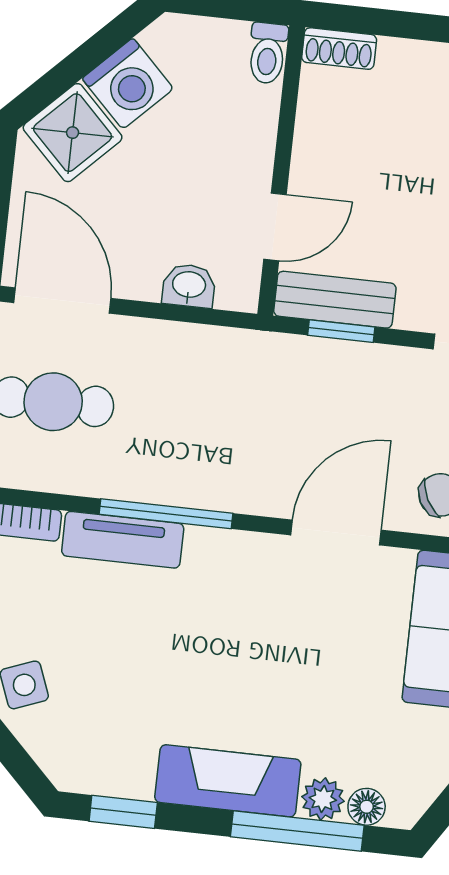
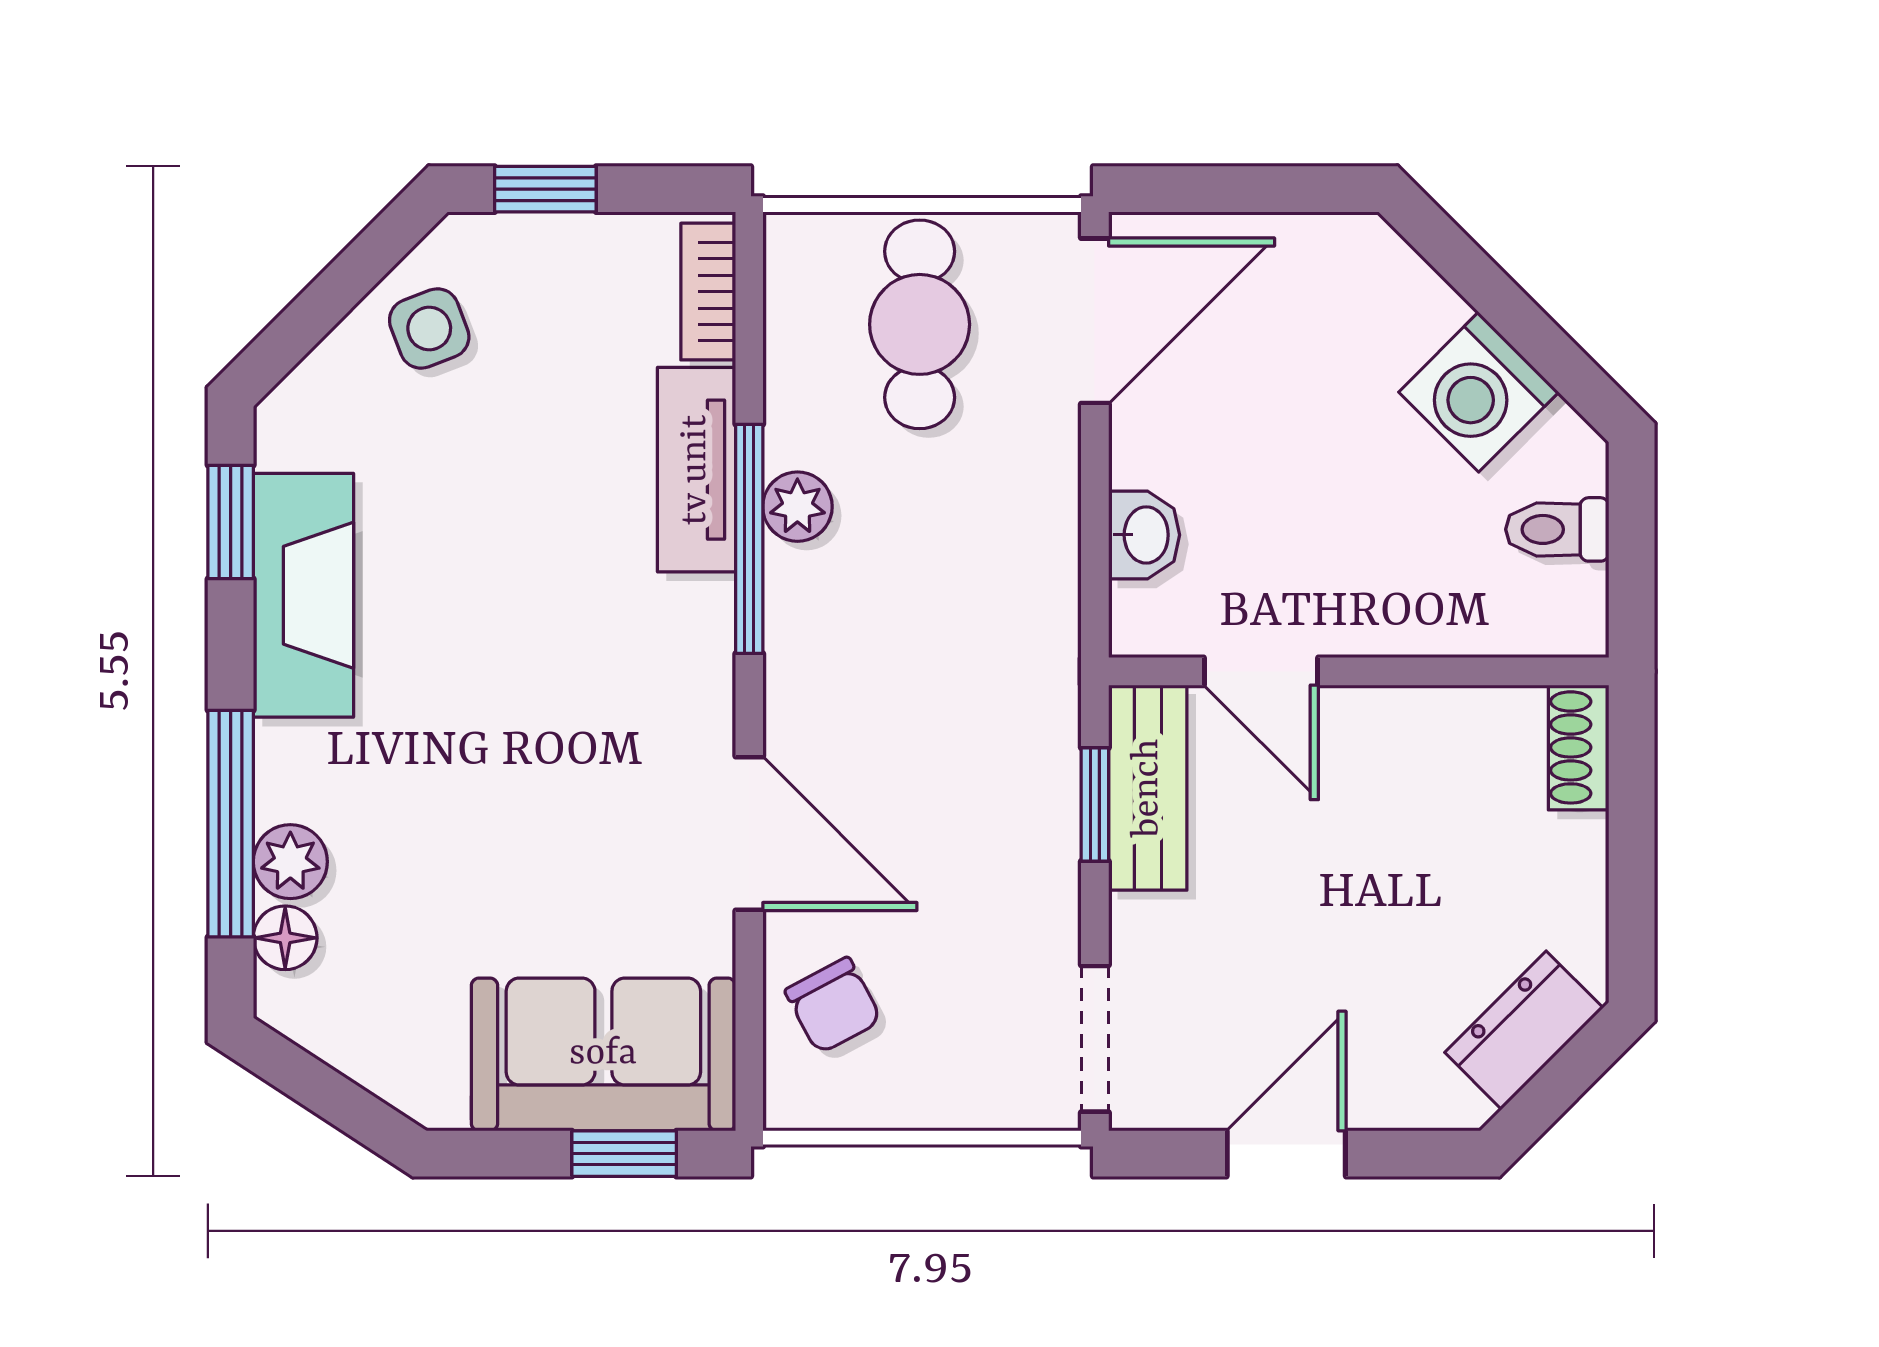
toilet: (268, 53) -> (1557, 529), moved
shower: (73, 133) -> (1384, 307), removed
plant: (150, 484) -> (797, 507), added
fireplace: (228, 781) -> (303, 595), moved

